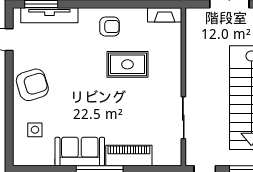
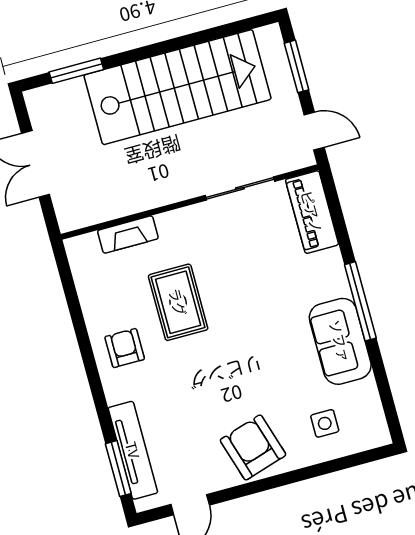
fireplace: (165, 15) -> (128, 235), moved, turned 90
piano: (129, 155) -> (312, 212), moved

